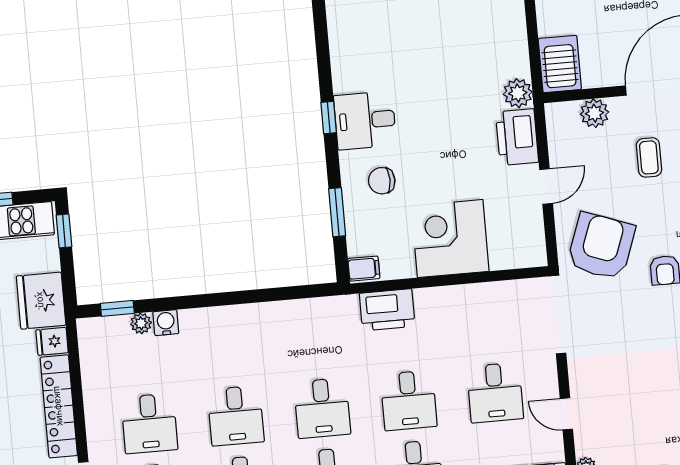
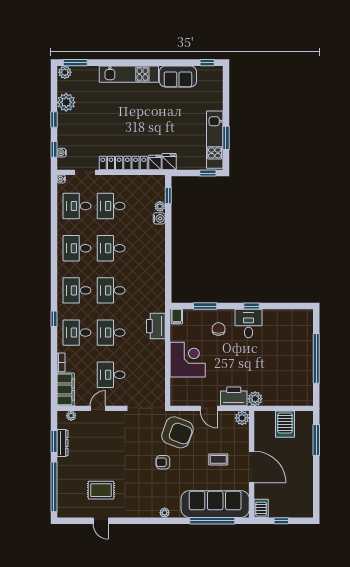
server rack: (560, 64) -> (285, 424), moved, turned 90
plant: (594, 113) -> (242, 418), moved
fridge: (41, 301) -> (169, 162), width x0.53, depth x0.75

